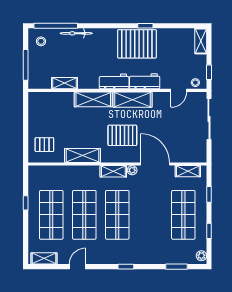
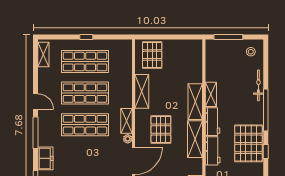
window: (56, 26) -> (266, 110), moved
shelving: (65, 83) -> (211, 94), moved
pallet: (44, 145) -> (152, 55), width x1.50, depth x1.42
window: (26, 203) -> (86, 37), moved
freezer: (153, 256) -> (45, 158), added
door: (77, 267) -> (35, 102), moved
window: (126, 267) -> (35, 133), width x2.17

